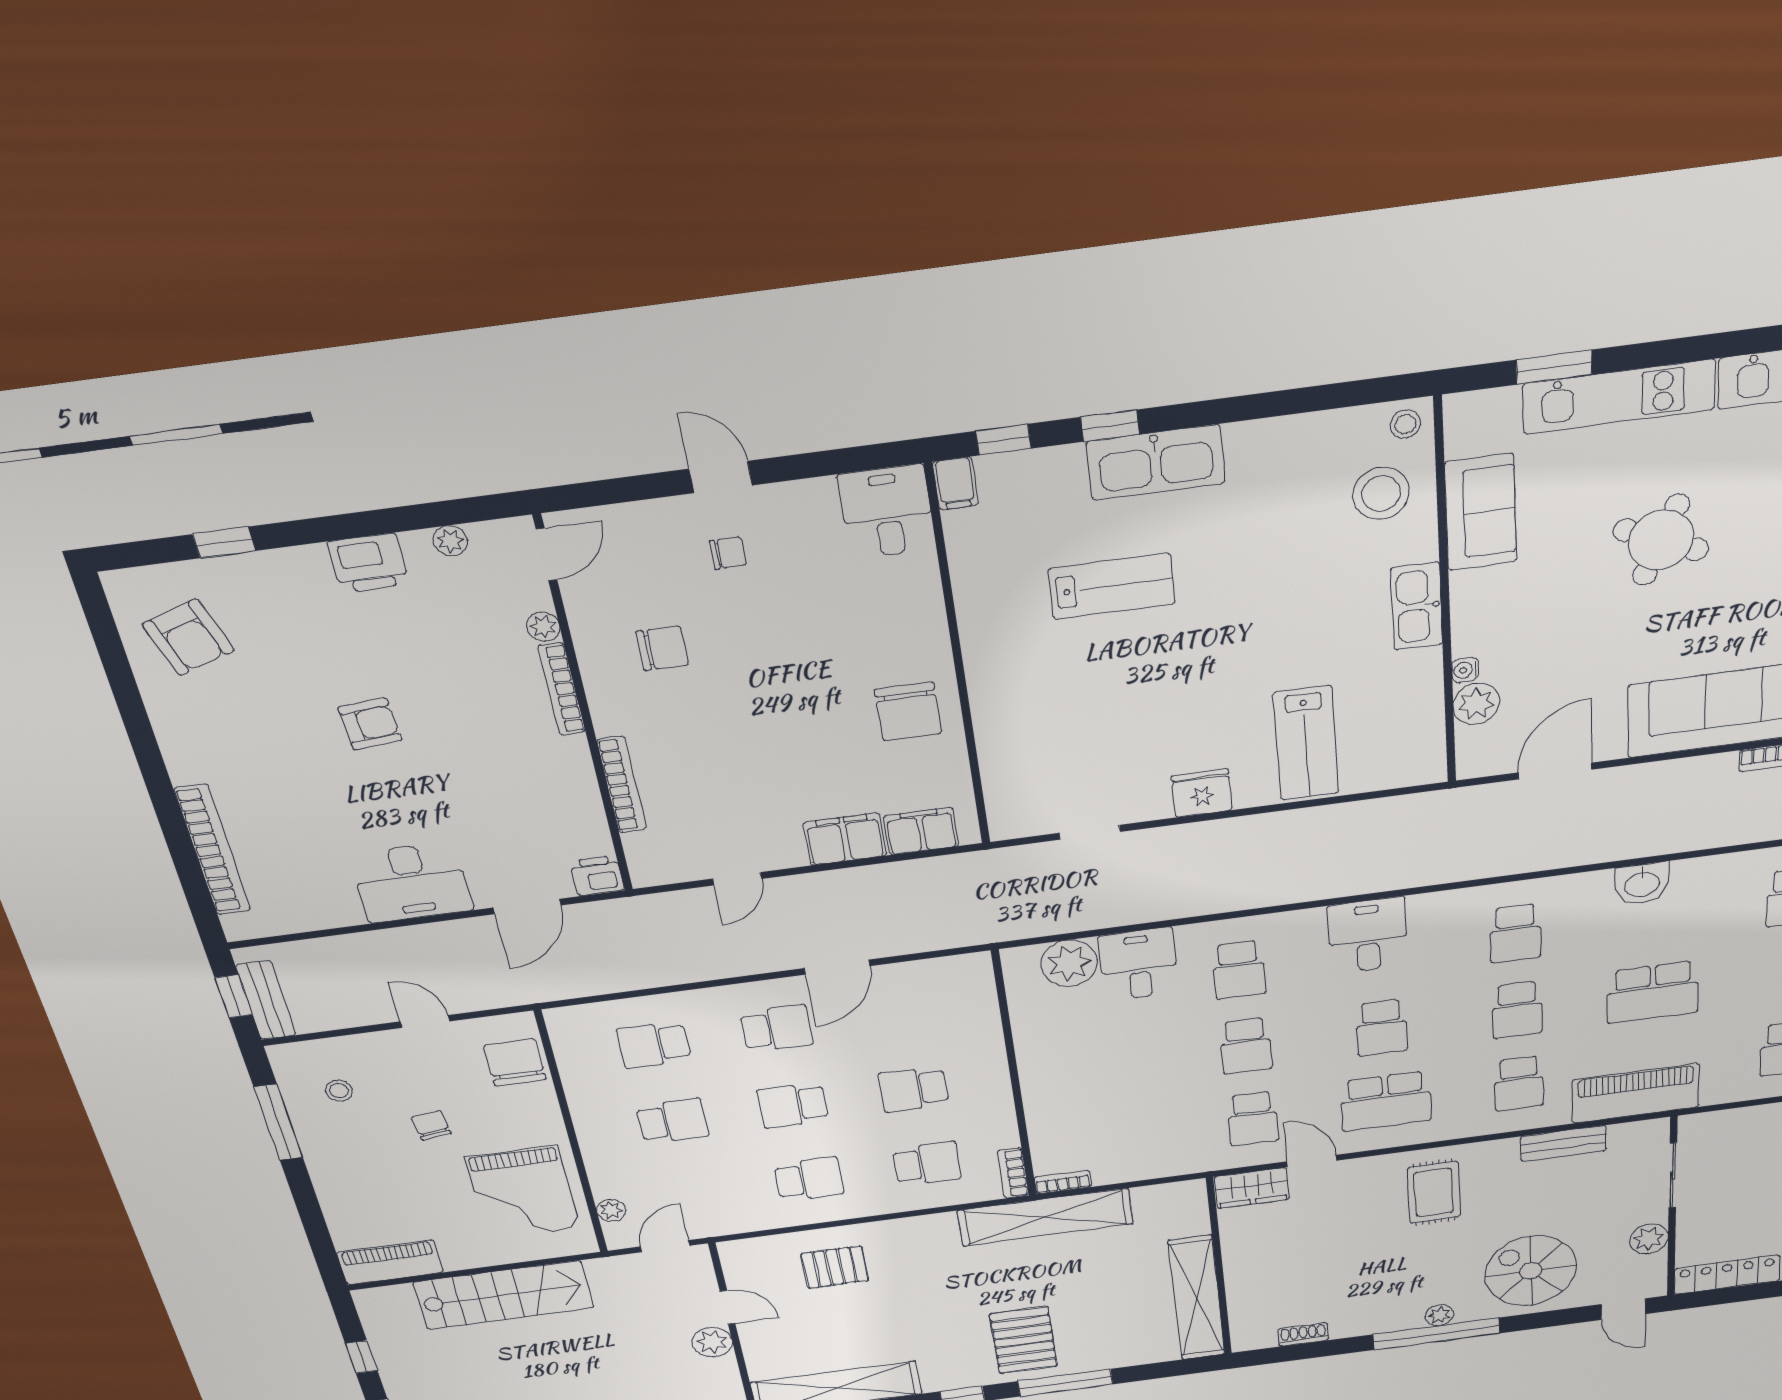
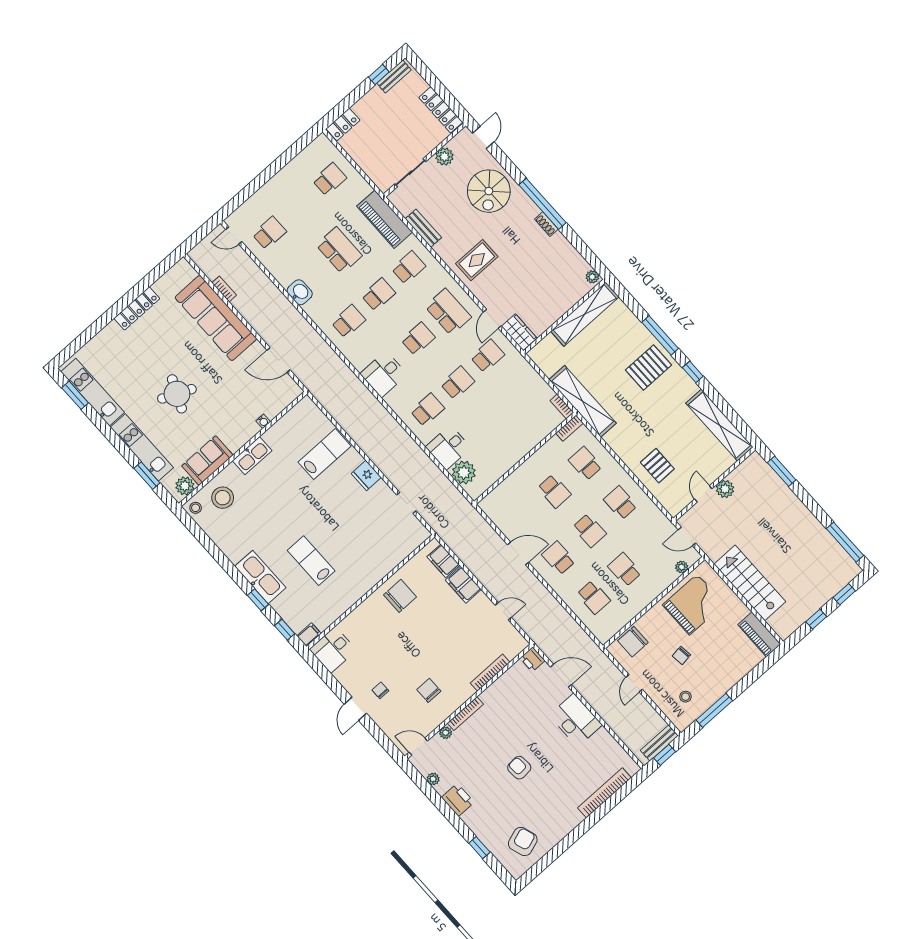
plant: (1476, 704) -> (185, 486), moved
plant: (1440, 1315) -> (592, 277), moved
shoe rack: (1303, 1334) -> (546, 224), moved

